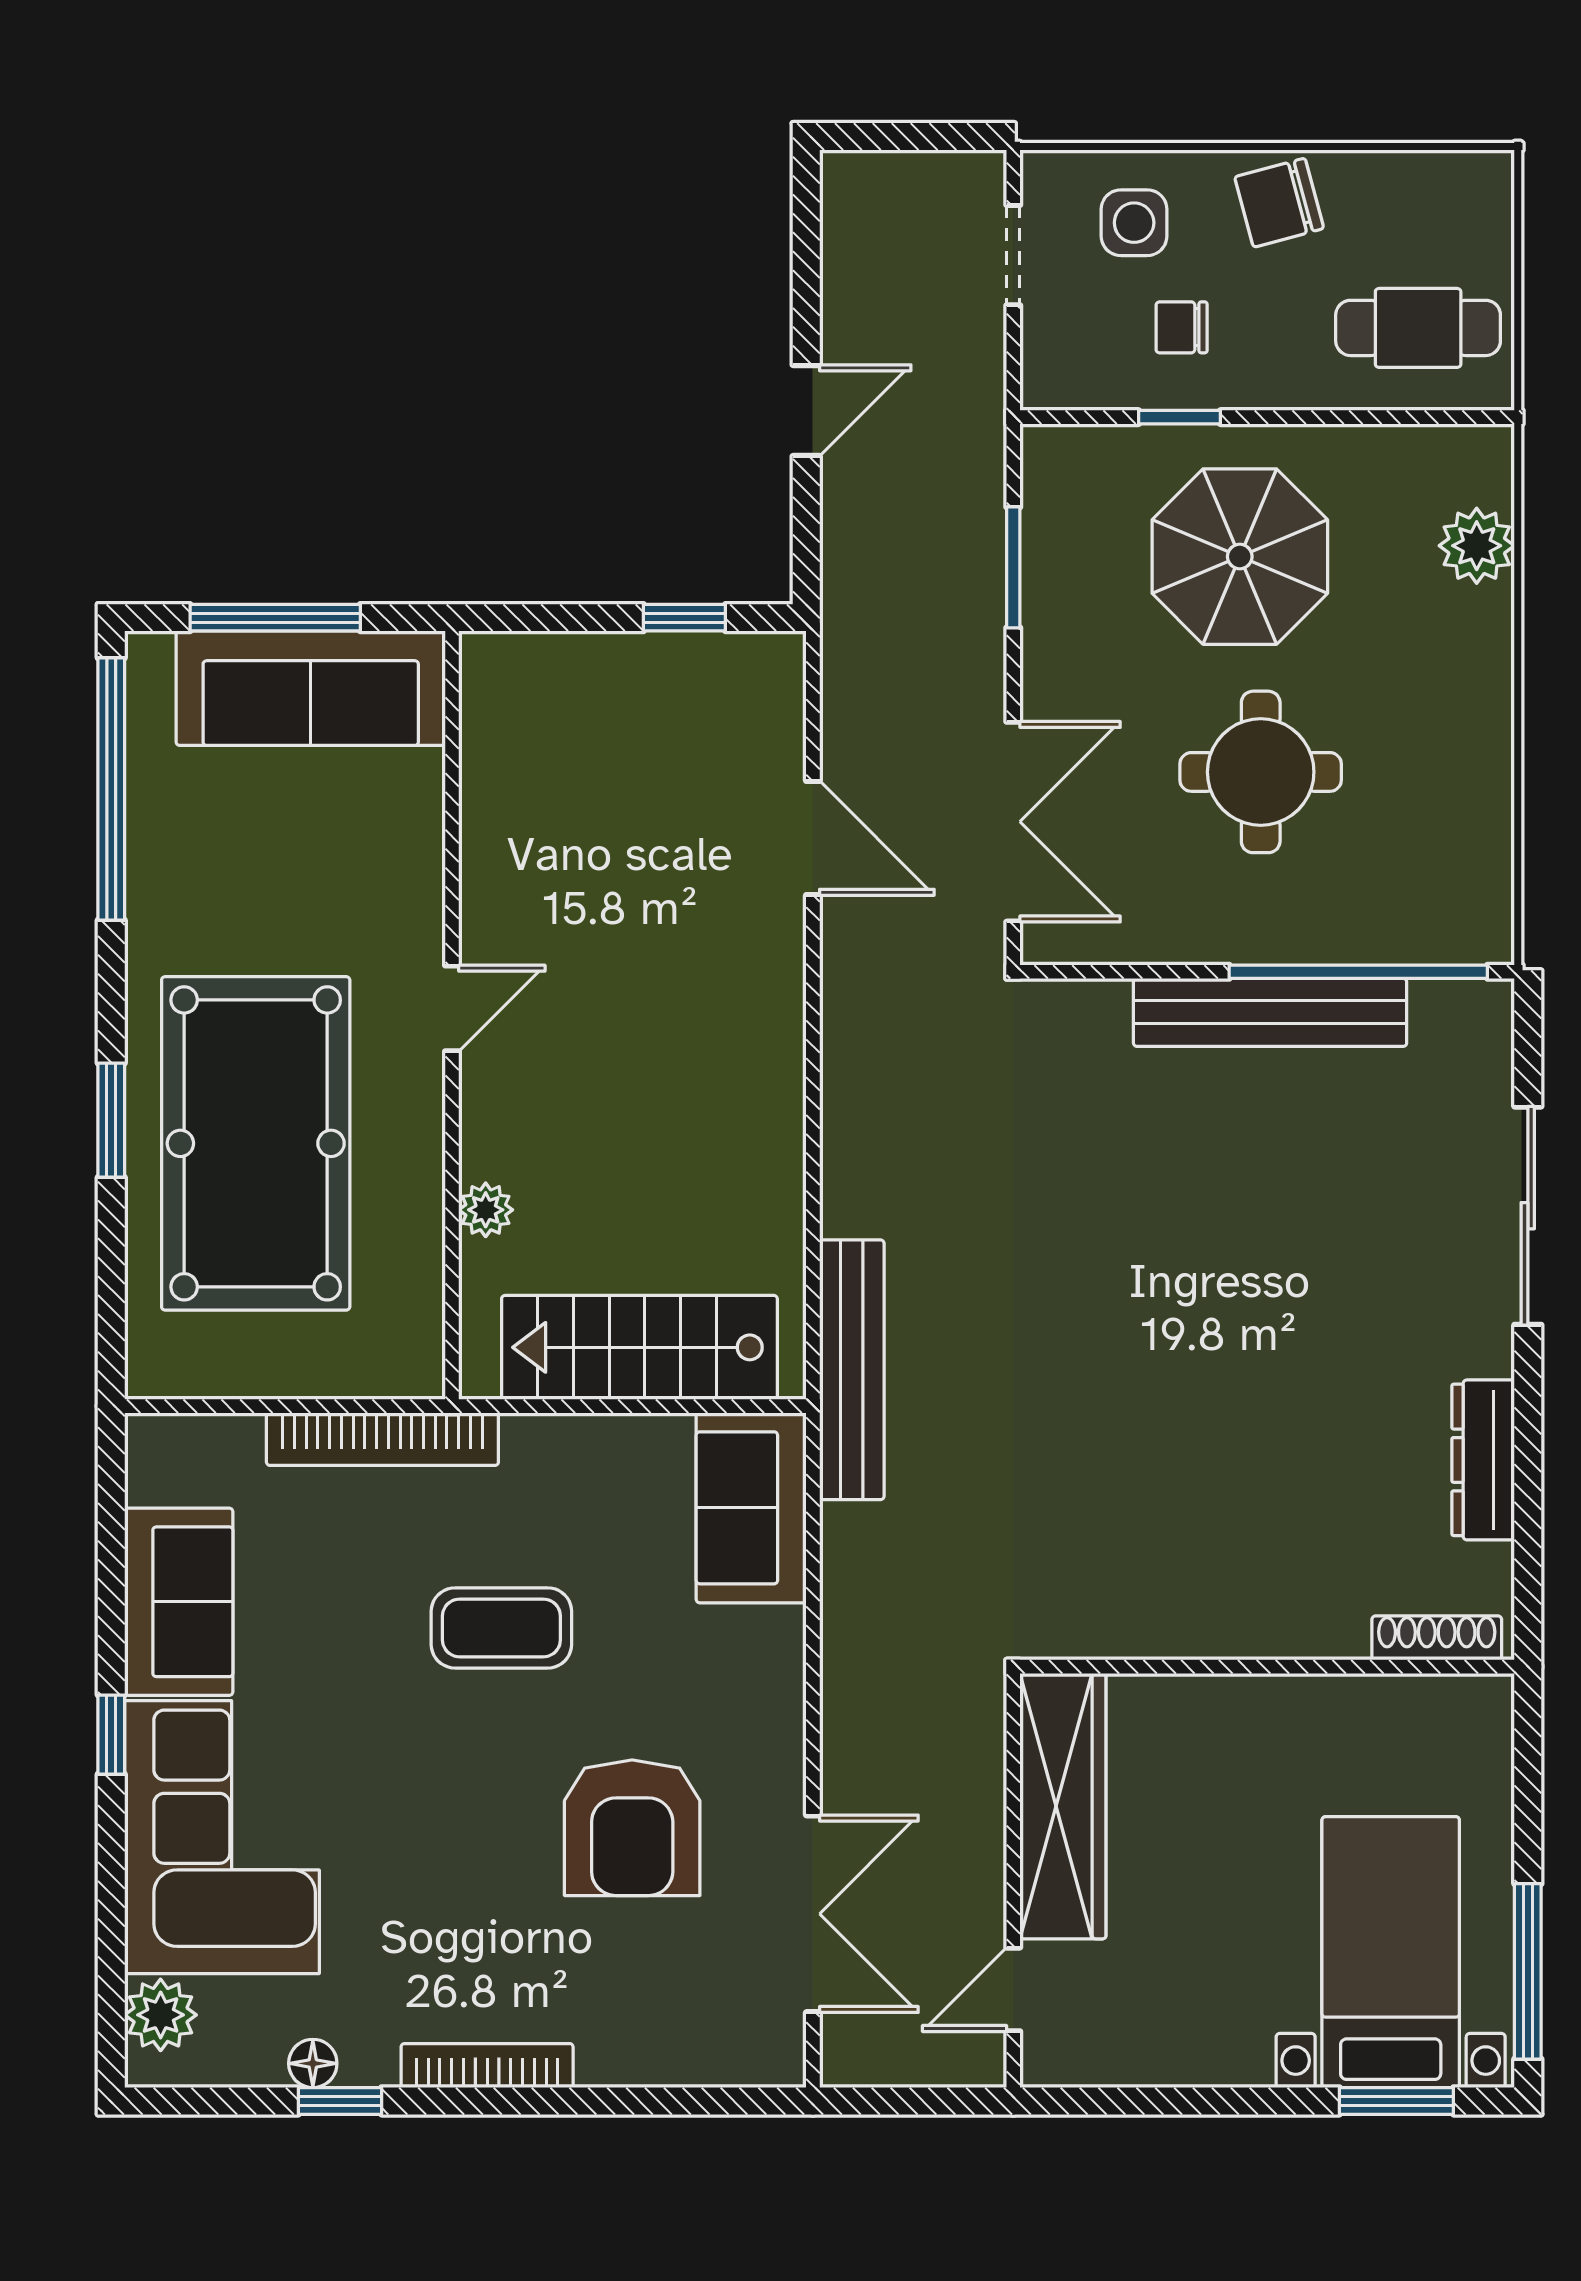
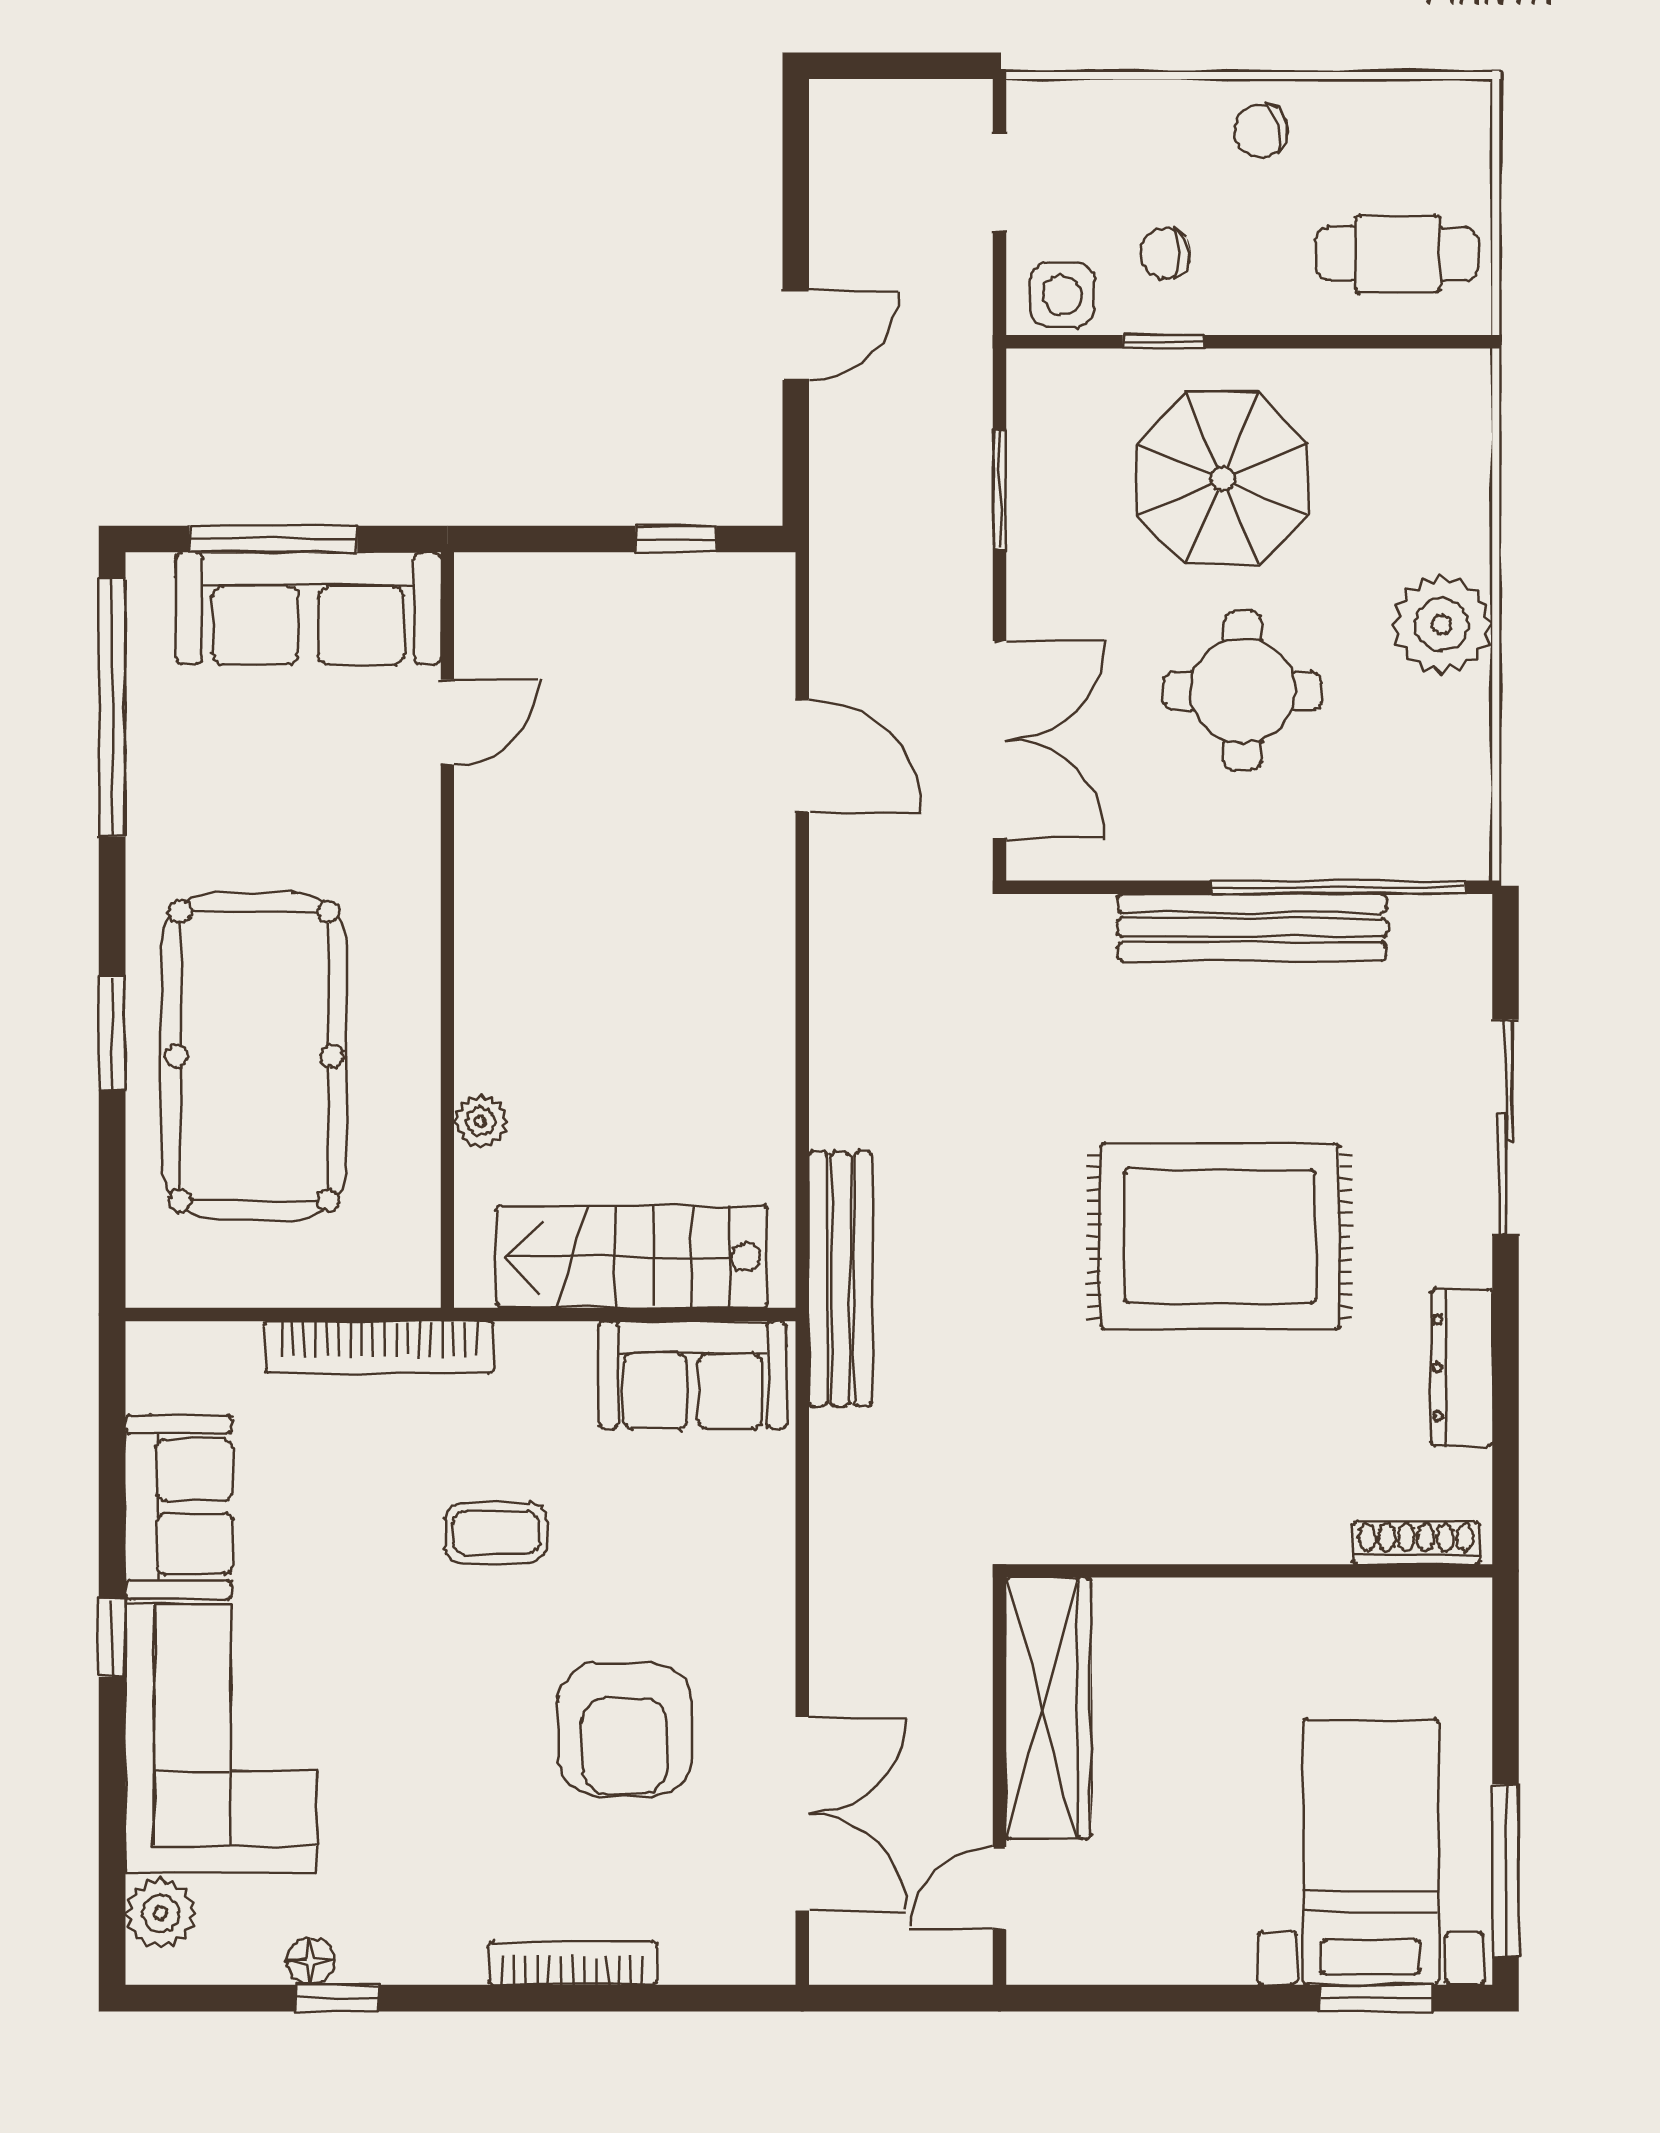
chair: (1279, 203) -> (1261, 131), width x0.73, depth x0.73
side table: (1134, 223) -> (1062, 295), moved
plant: (1477, 546) -> (1442, 625), moved, width x1.36, depth x1.36
door: (452, 1008) -> (447, 722), moved
rug: (1237, 1327) -> (1220, 1237), added
sofa: (751, 1508) -> (693, 1375), moved, turned -90
coffee table: (501, 1628) -> (496, 1533), width x0.73, depth x0.77
bookcase: (487, 2066) -> (573, 1963), moved

